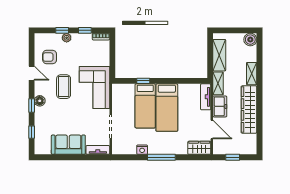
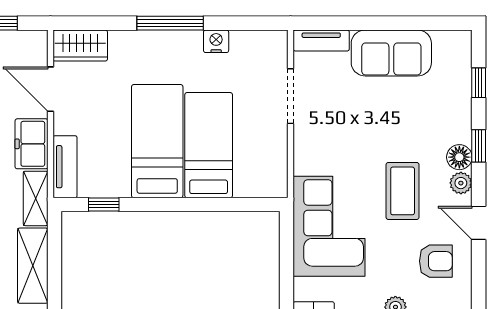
window: (143, 81) -> (104, 205), moved
corner sofa: (95, 88) -> (329, 226), moved
plant: (39, 90) -> (461, 183), added

